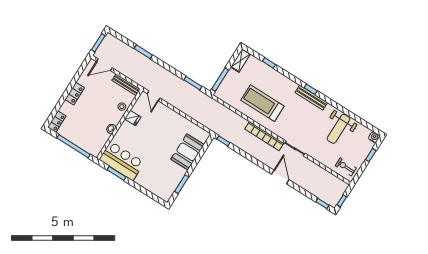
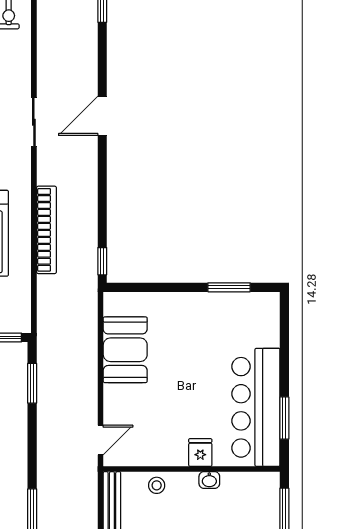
fridge: (133, 118) -> (200, 453), moved
bookcase: (264, 136) -> (46, 230), moved
booth: (187, 152) -> (125, 350), moved, turned 90
bar counter: (122, 161) -> (256, 407), width x1.36

